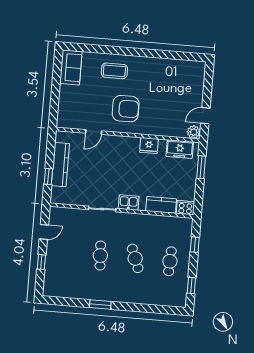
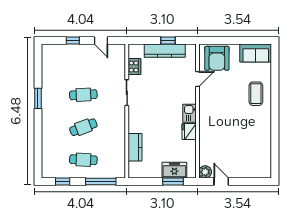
armchair: (126, 109) -> (217, 58), moved
door: (94, 132) -> (198, 79), swing flipped
freezer: (180, 149) -> (174, 170), moved, turned 90
window: (48, 176) -> (168, 40), moved
kitchen sink: (129, 202) -> (189, 113), moved, turned 180
cooker: (185, 208) -> (134, 67), moved
window: (195, 245) -> (101, 182), width x2.17

